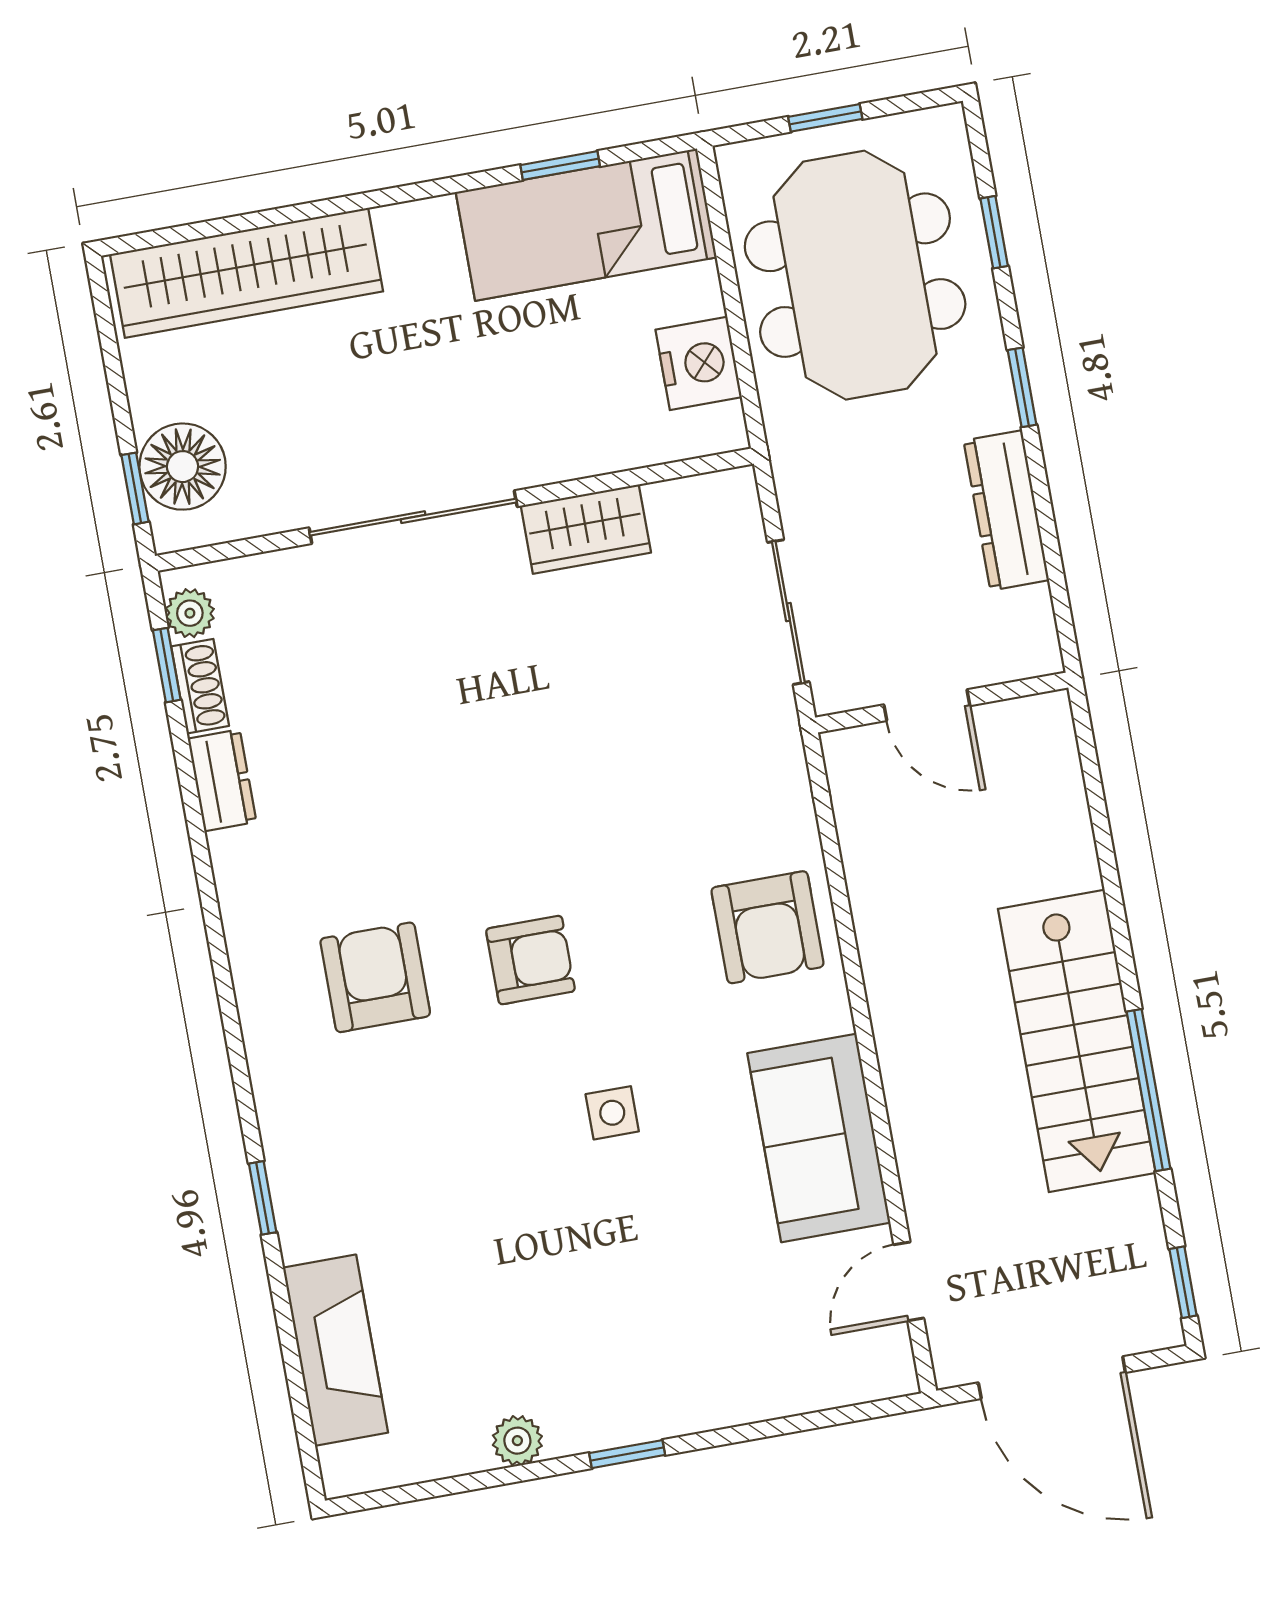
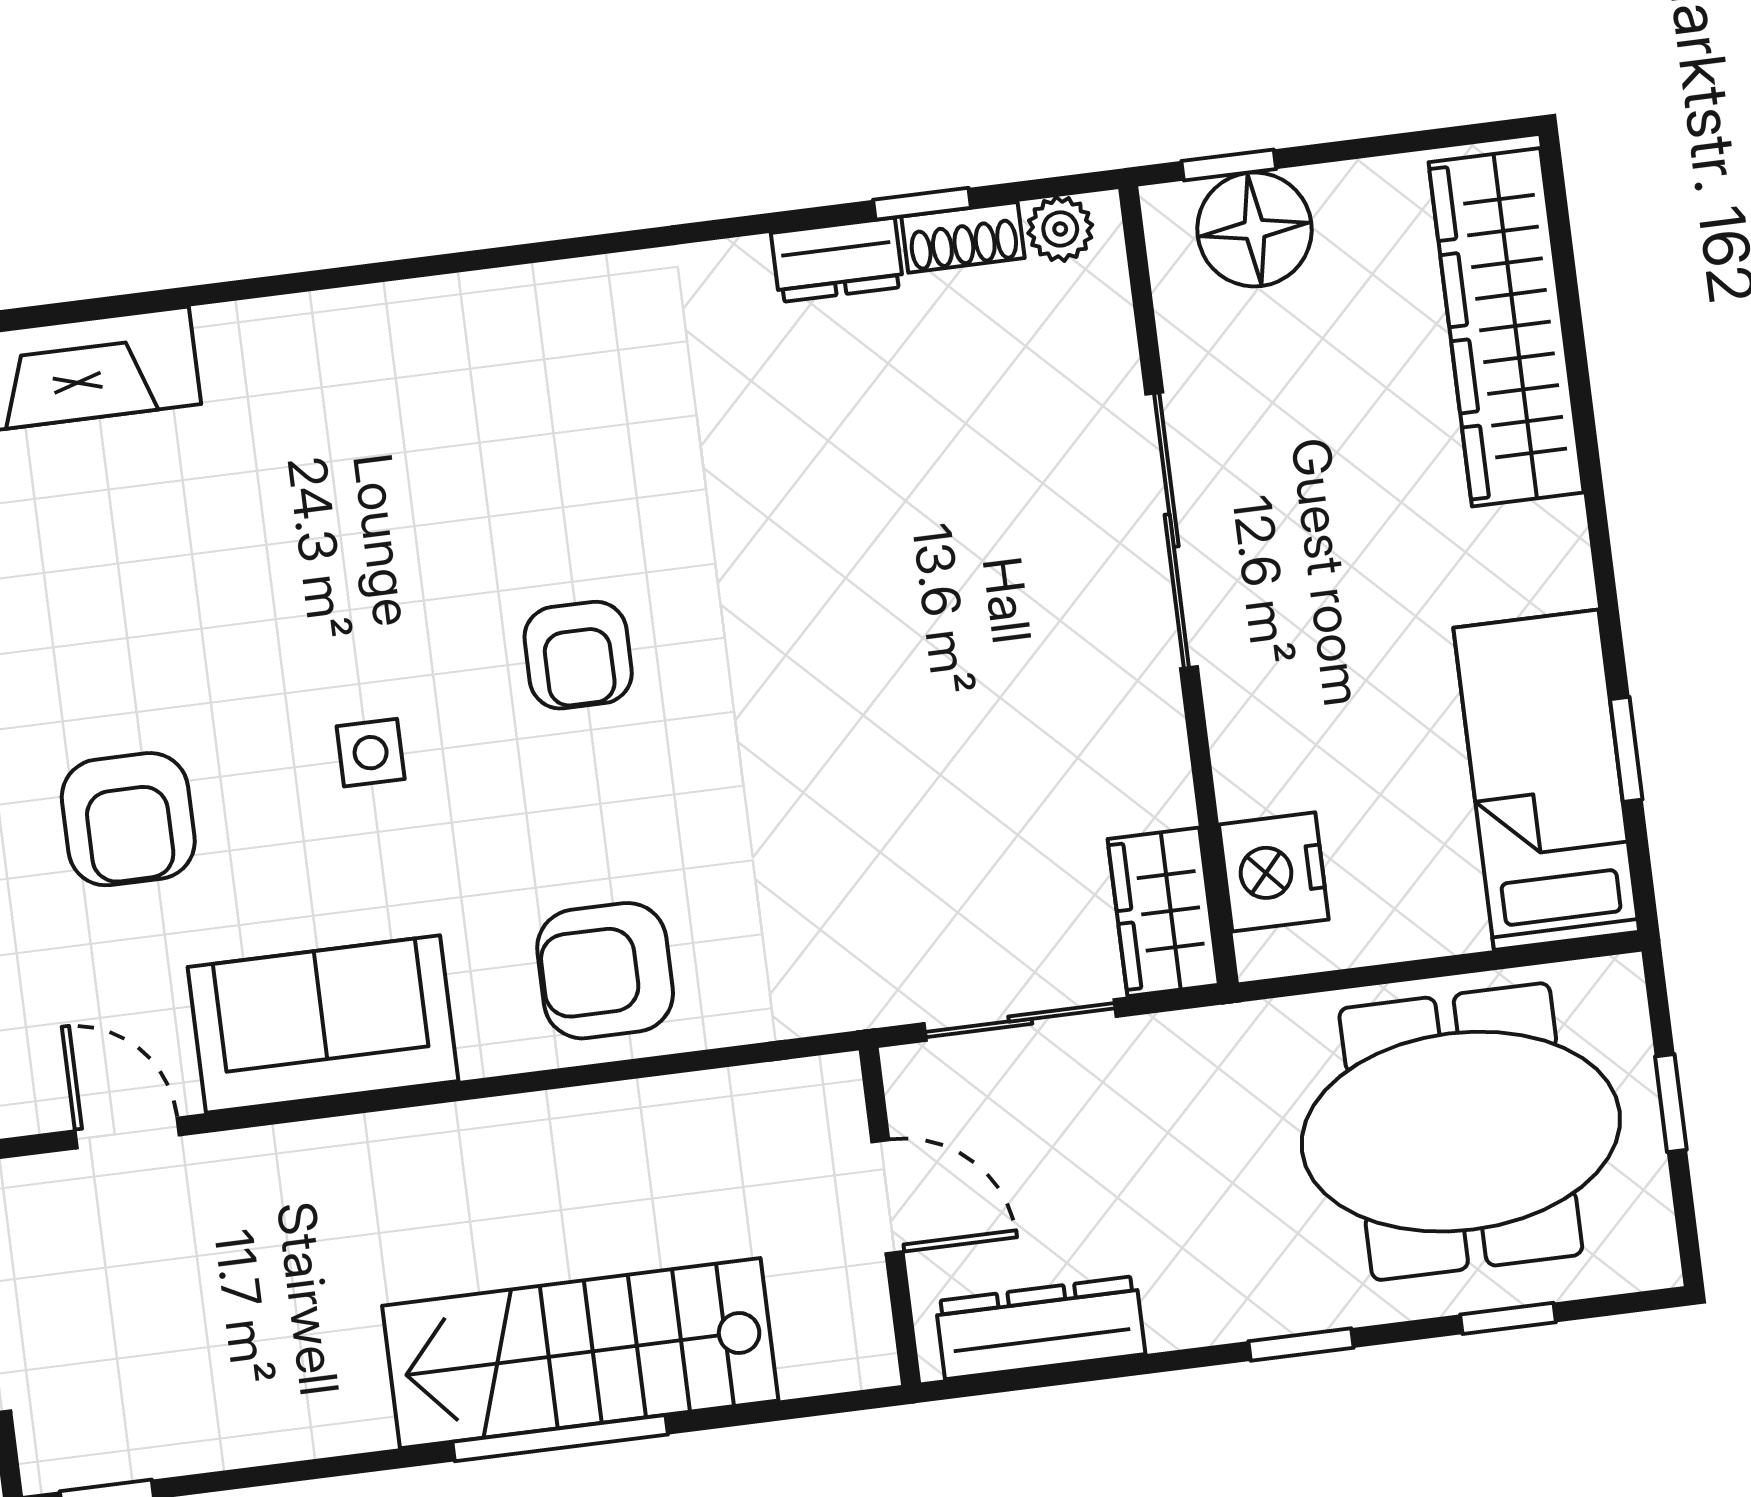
nightstand: (699, 363) -> (1274, 872), moved, turned 90
dresser: (1006, 510) -> (1040, 1328), moved
wardrobe: (586, 529) -> (1163, 912), moved
window: (167, 665) -> (922, 204), moved
door: (927, 705) -> (887, 1197), swing flipped
armchair: (375, 977) -> (128, 819), moved, turned 90
stairs: (1077, 1041) -> (580, 1353), moved
window: (1148, 1090) -> (560, 1438), moved
window: (263, 1198) -> (282, 285), removed

